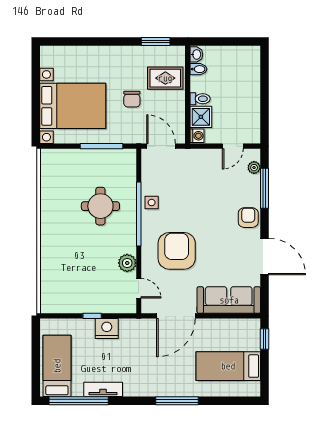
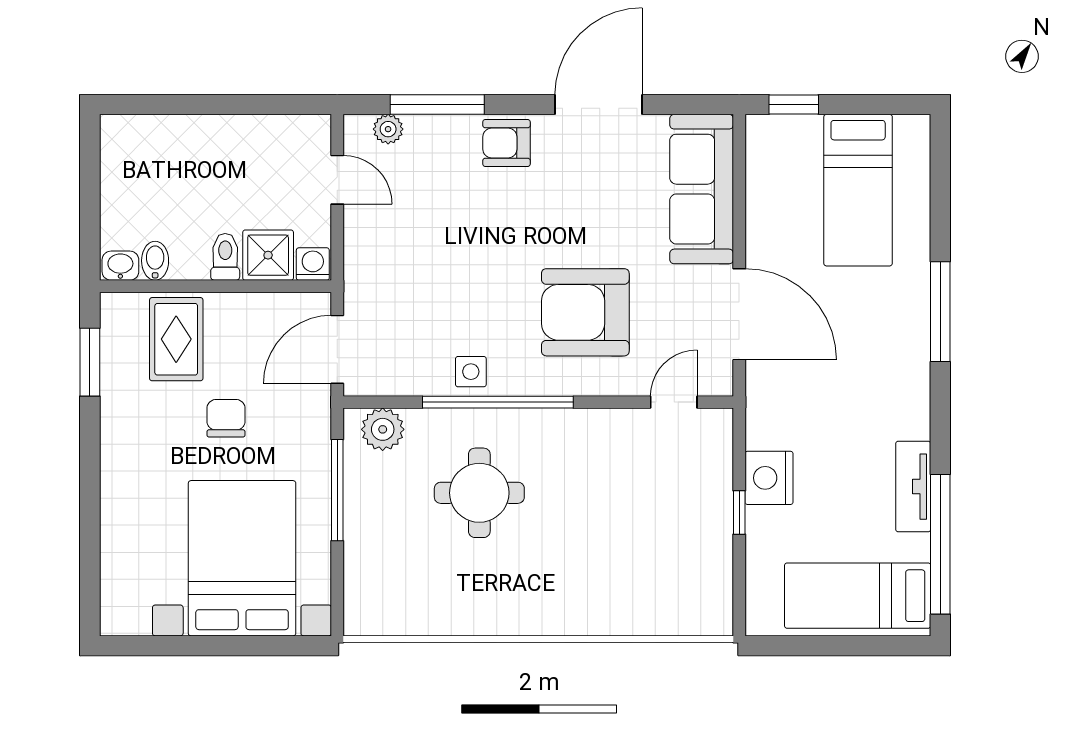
chair: (132, 99) -> (226, 418), turned -90
plant: (127, 263) -> (383, 429), moved

